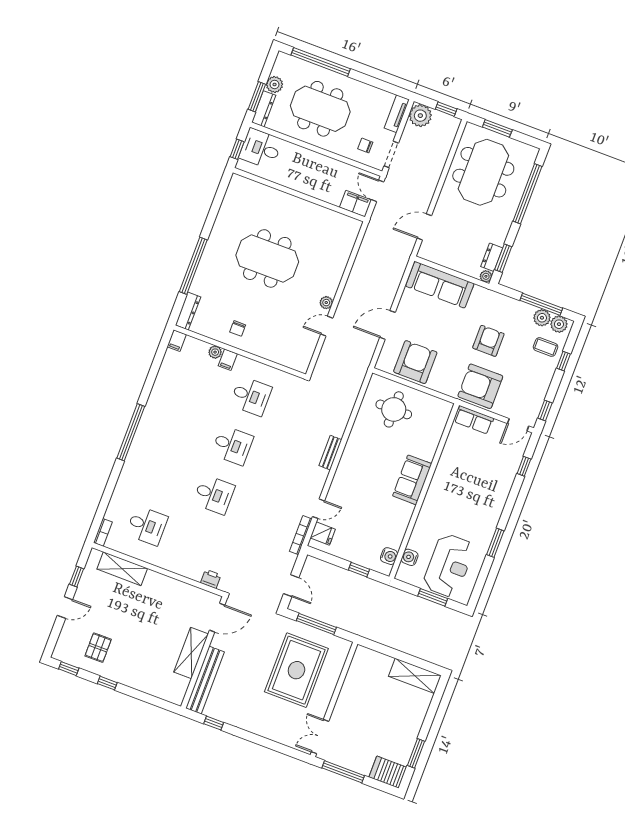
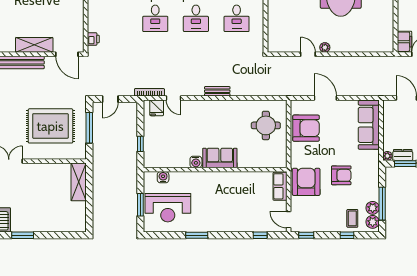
water cooler: (389, 556) -> (196, 162), moved
shelving: (415, 676) -> (79, 182), moved

